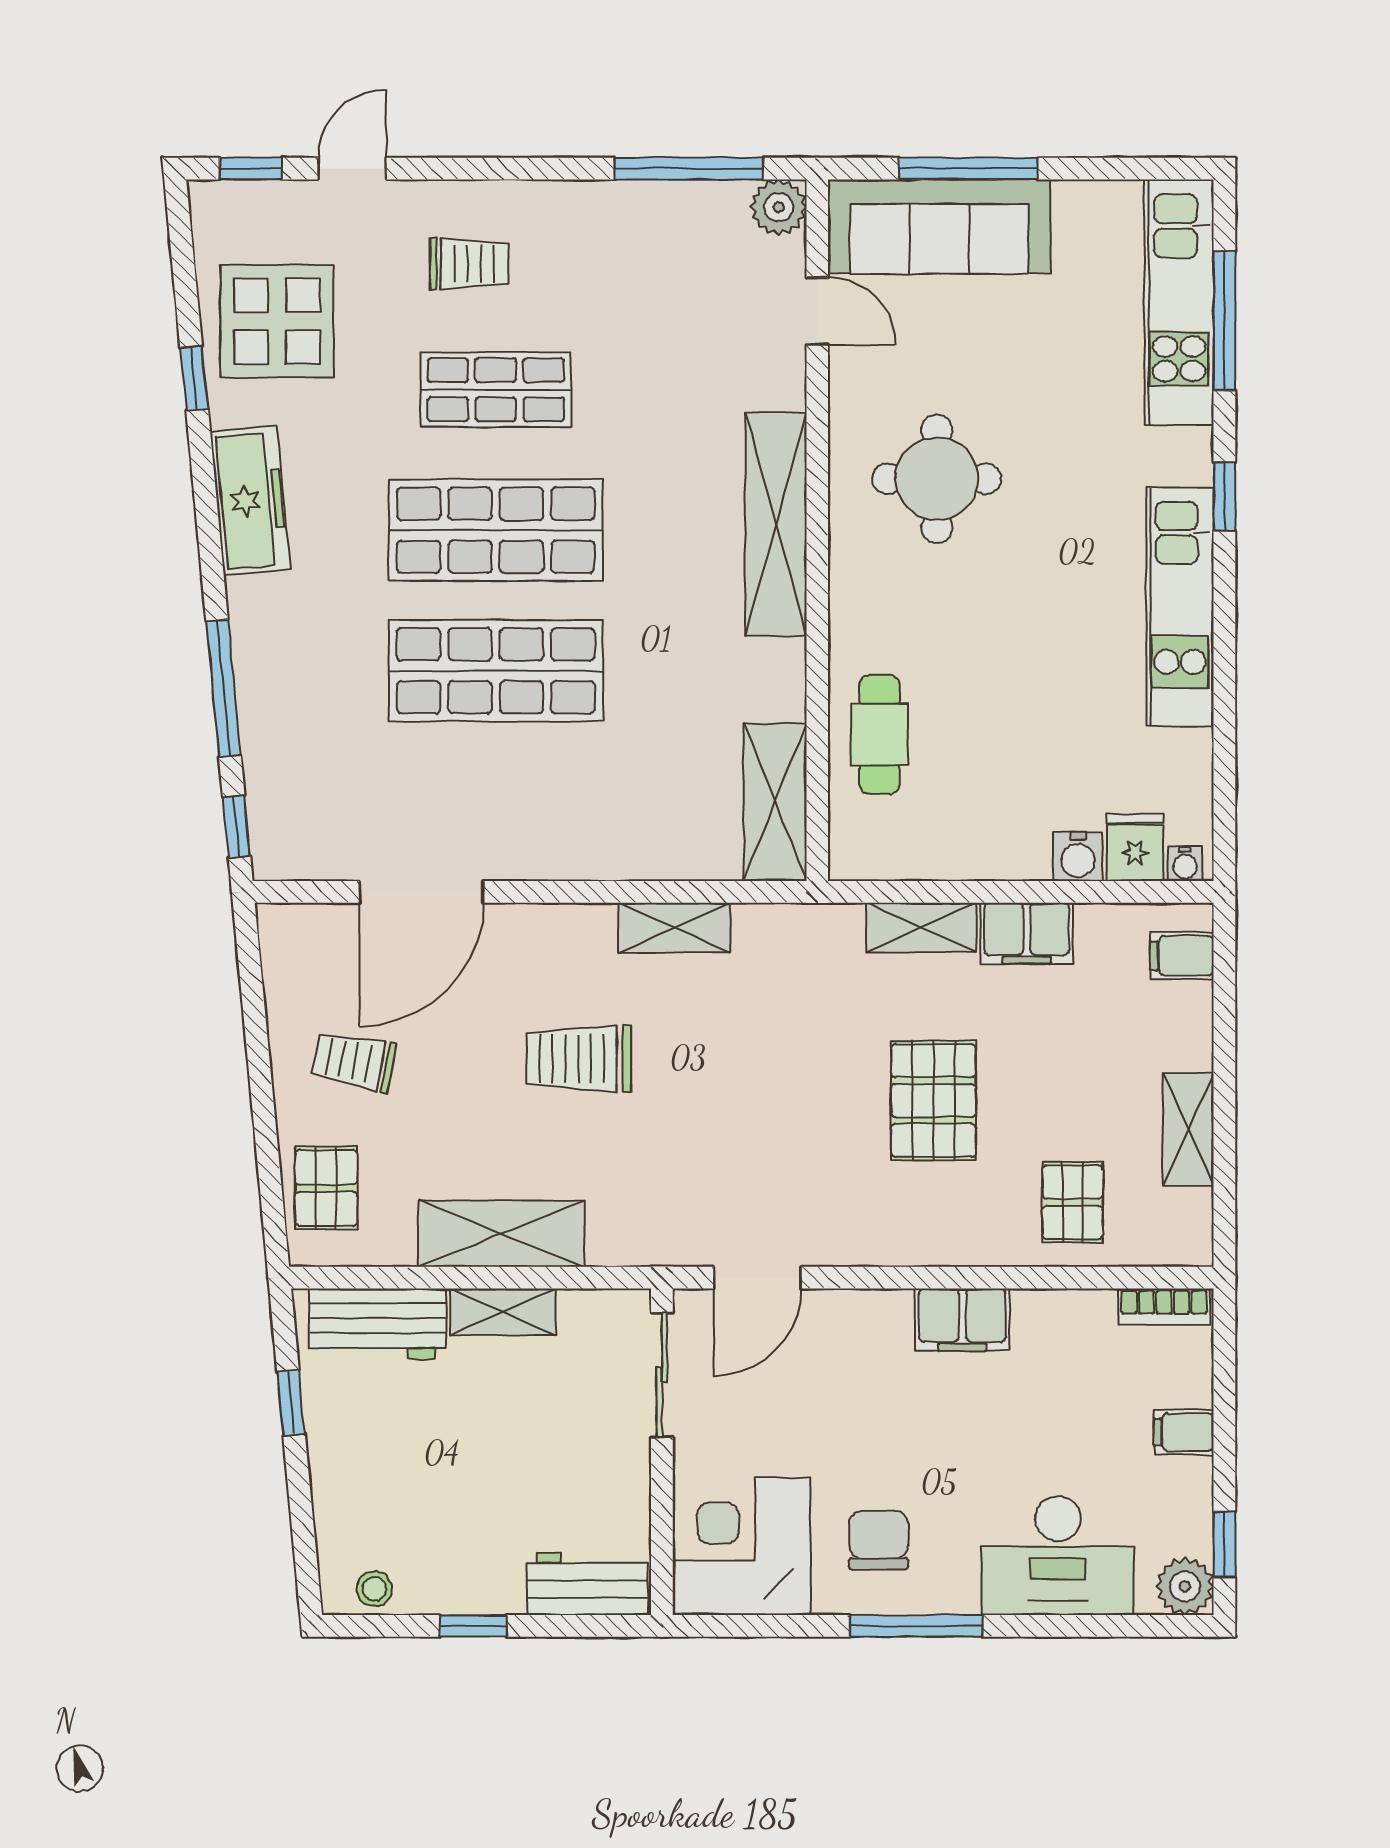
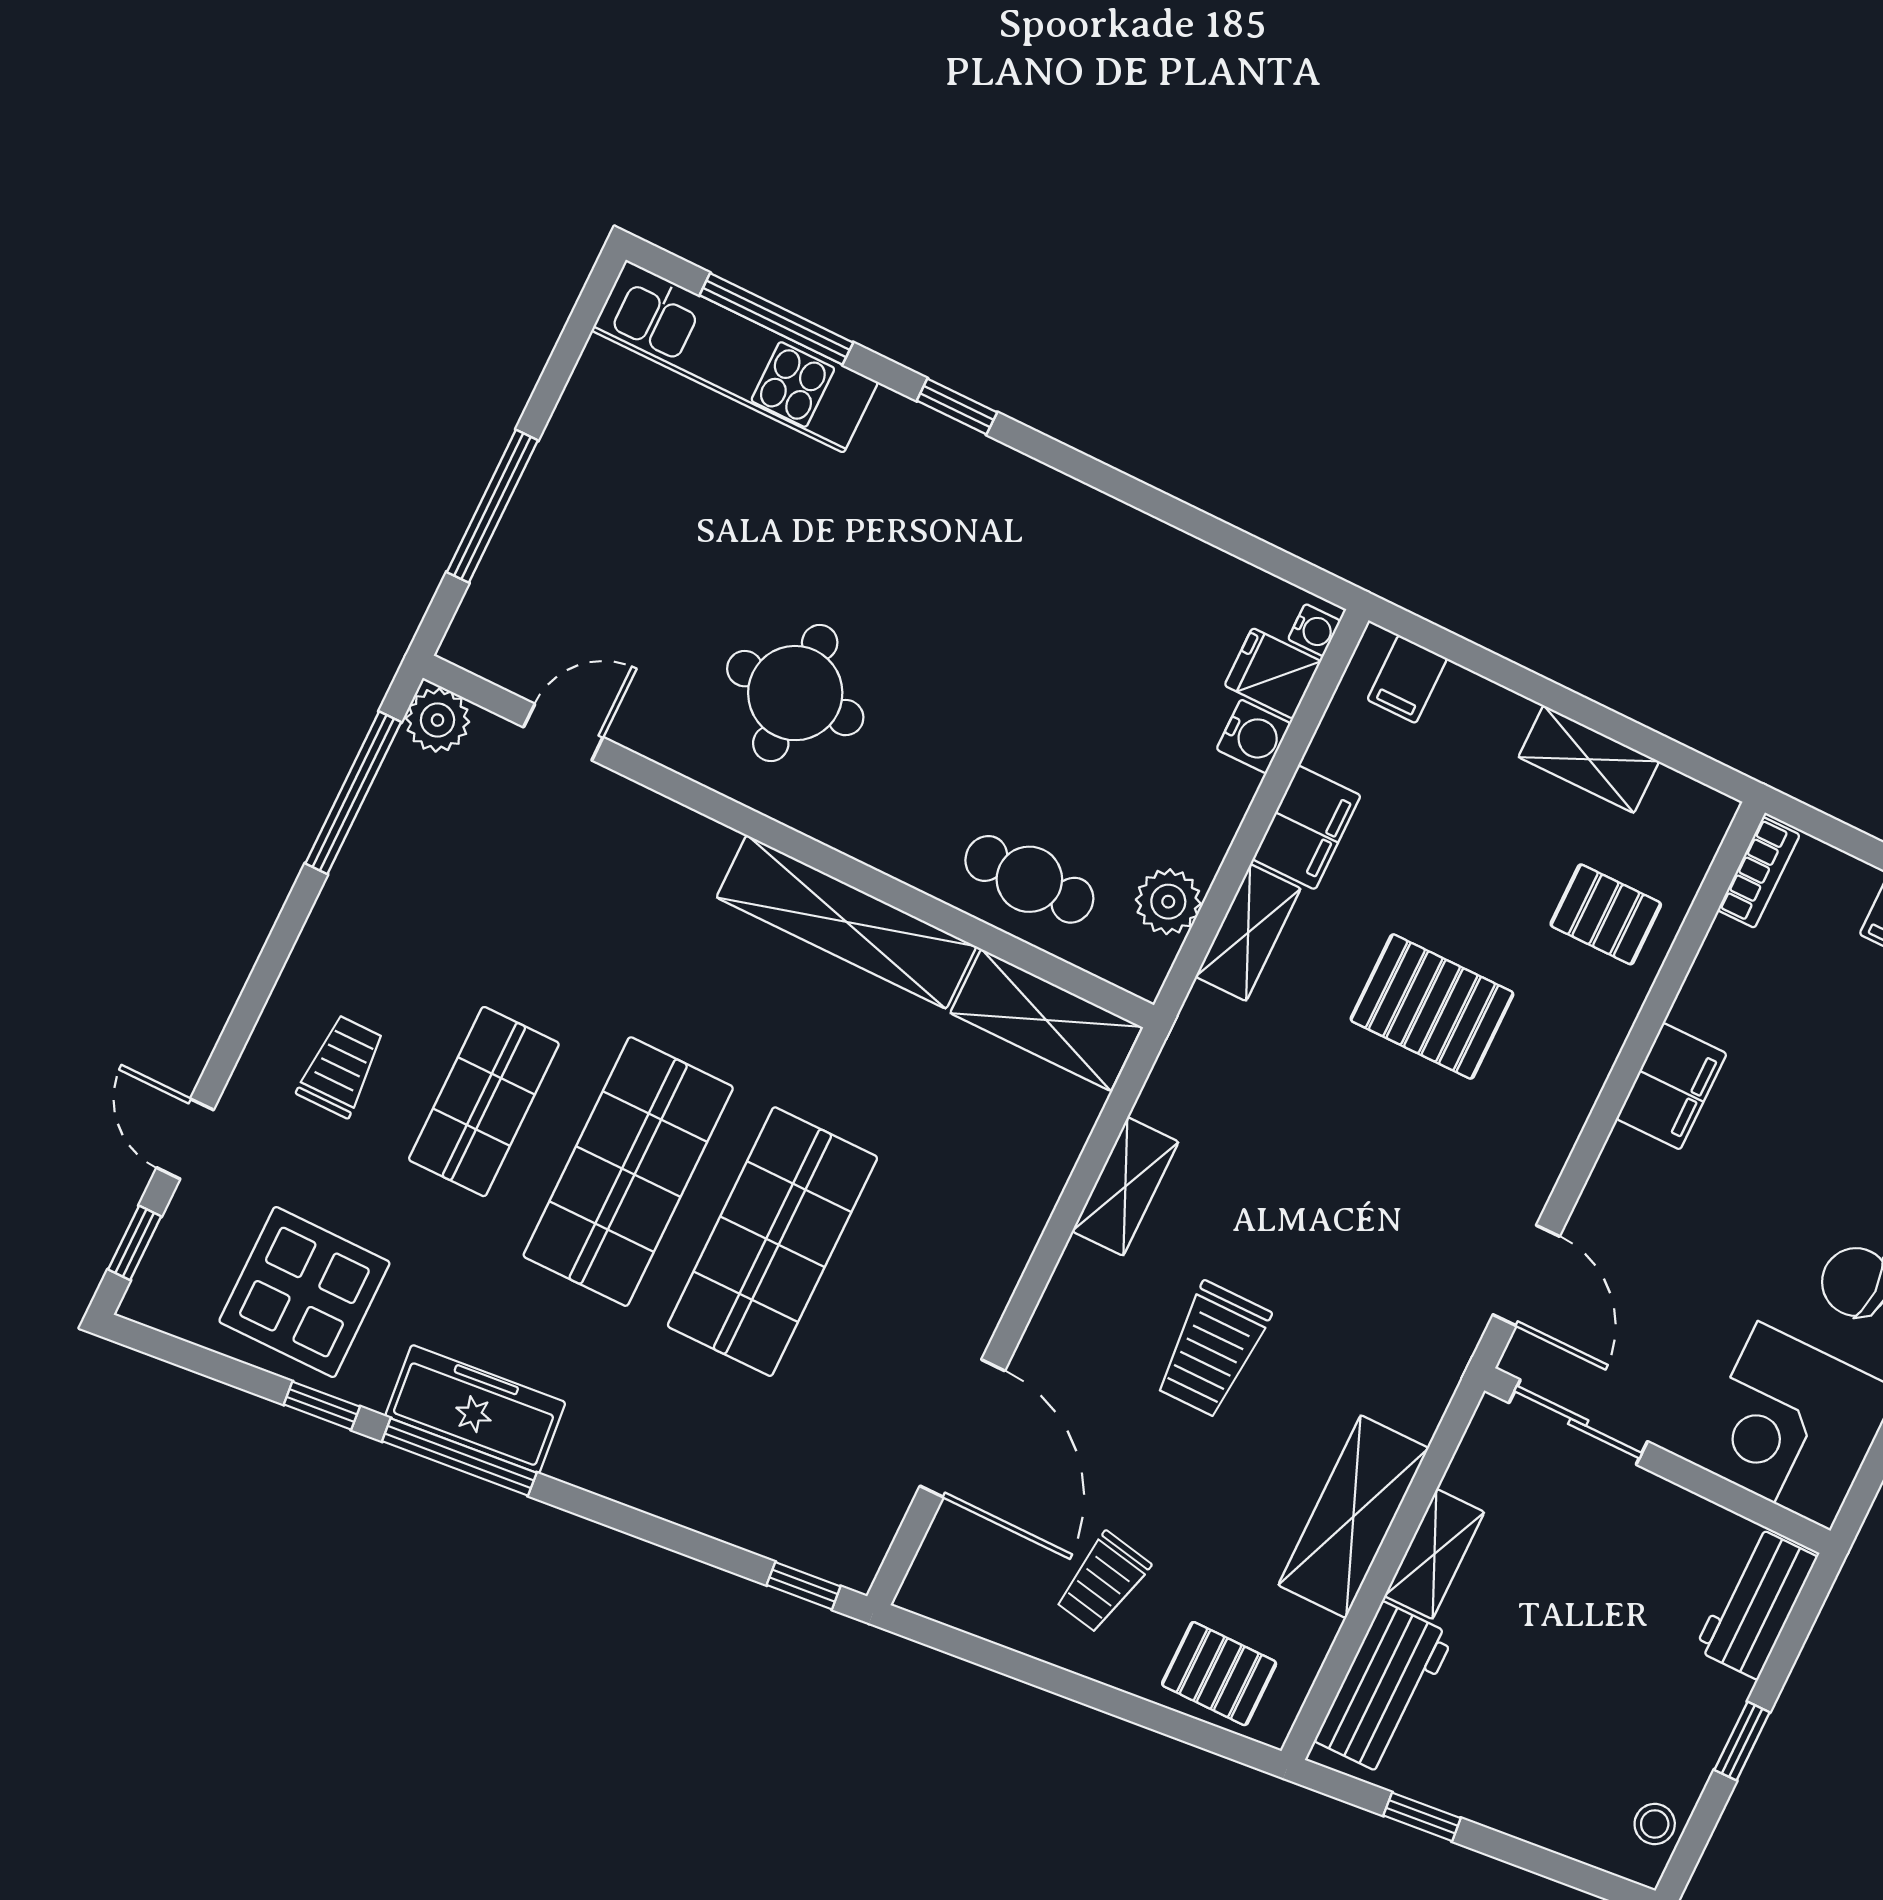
sofa: (939, 227) -> (538, 565), removed
shelving: (776, 524) -> (846, 922), moved
kitchen unit: (1180, 607) -> (1048, 507), removed
window: (223, 688) -> (459, 1457), moved
plant: (915, 853) -> (1168, 902), added

